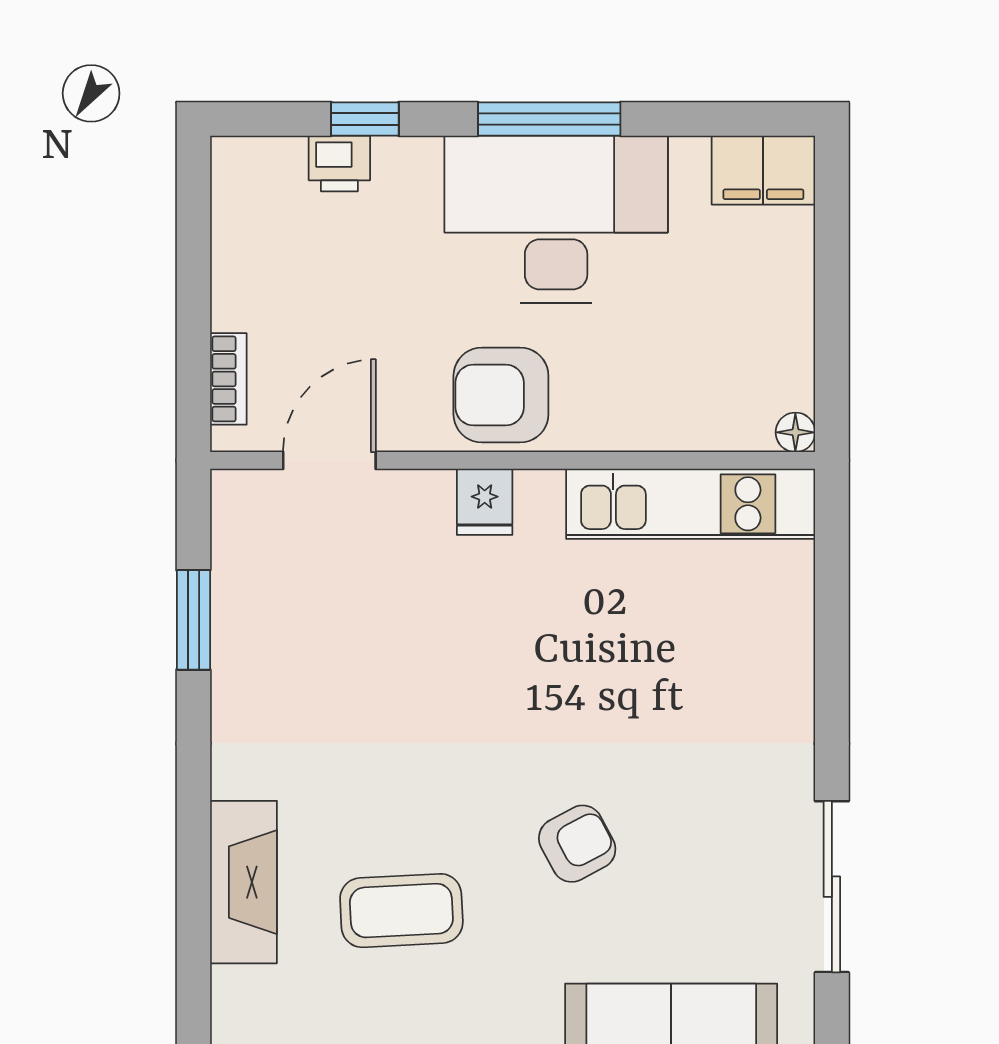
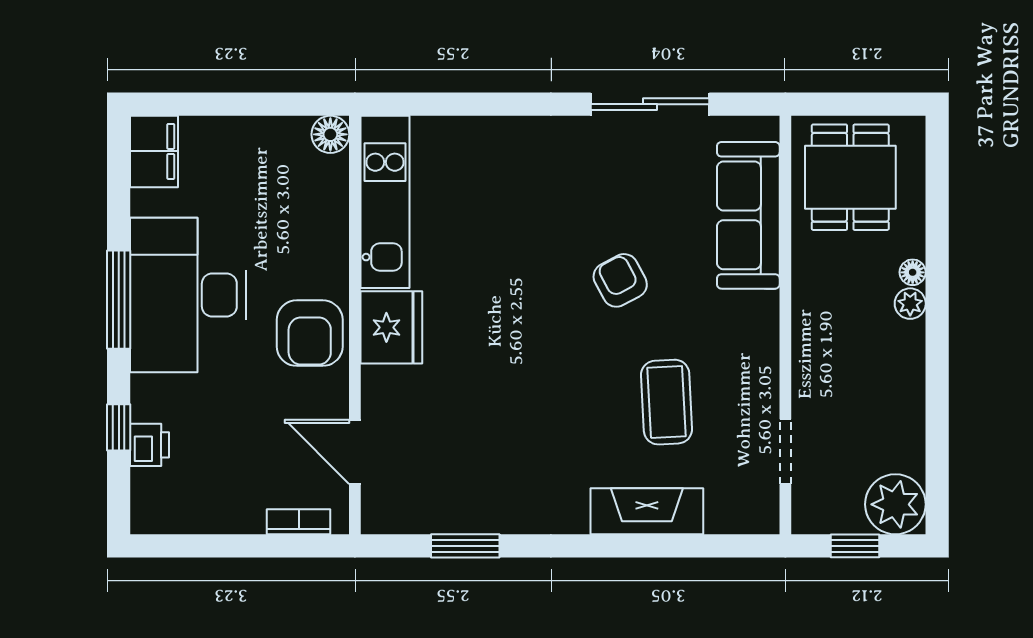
floor lamp: (795, 432) -> (330, 134), width x1.37, depth x1.37
fridge: (485, 502) -> (391, 327), width x1.88, depth x1.34

